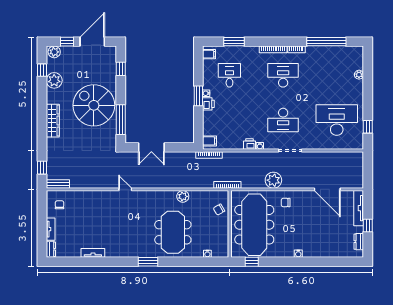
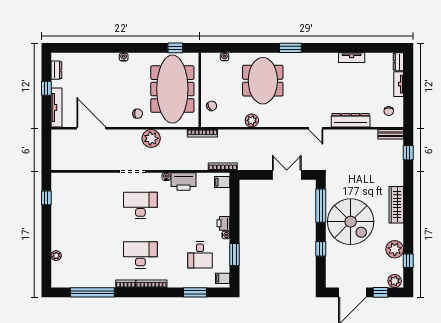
window: (121, 69) -> (321, 249), moved
desk: (283, 75) -> (140, 255), turned 180
window: (198, 96) -> (234, 254), moved
desk: (337, 120) -> (81, 205), removed
printer: (249, 144) -> (183, 181), width x1.87, depth x1.48
dresser: (94, 197) -> (351, 120), added

